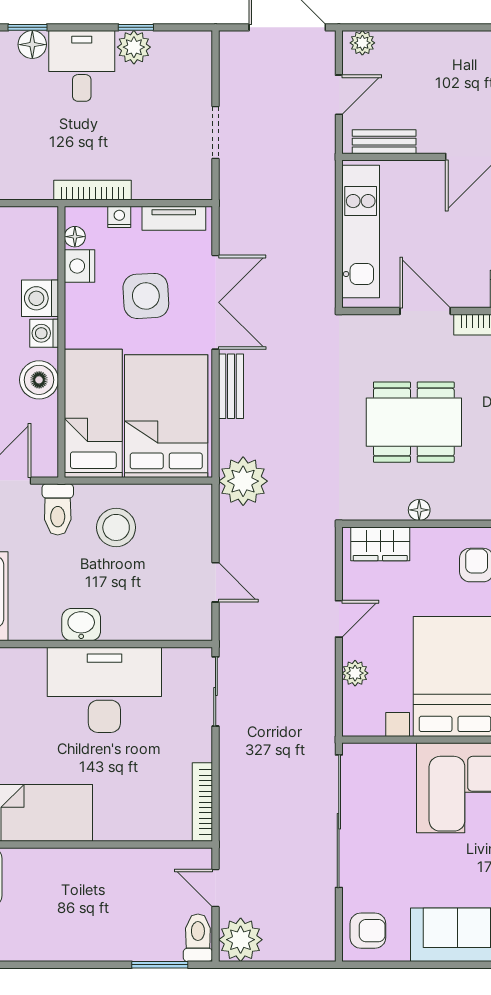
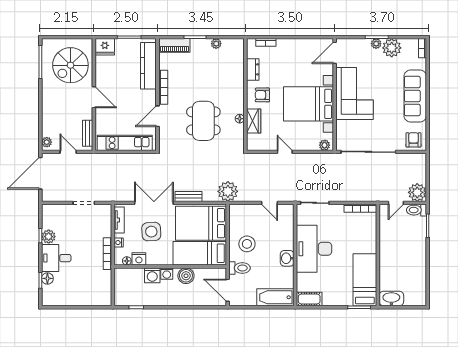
wardrobe: (380, 544) -> (254, 121), moved
door: (216, 582) -> (270, 203), swing flipped
plant: (355, 673) -> (325, 145), moved

